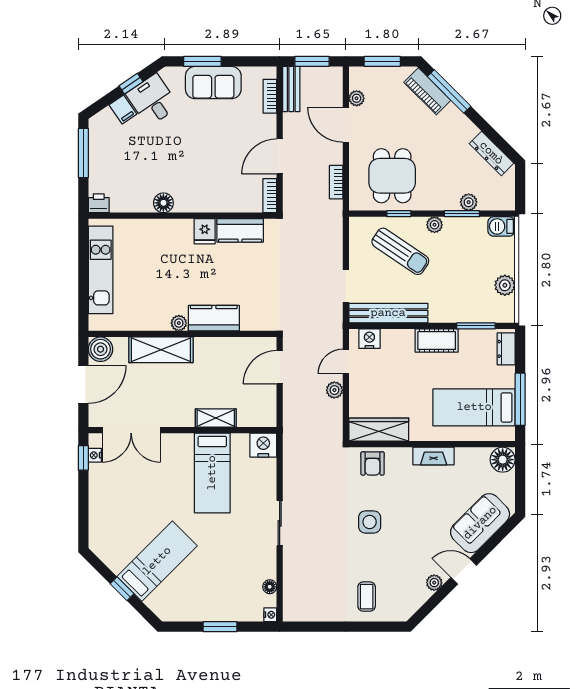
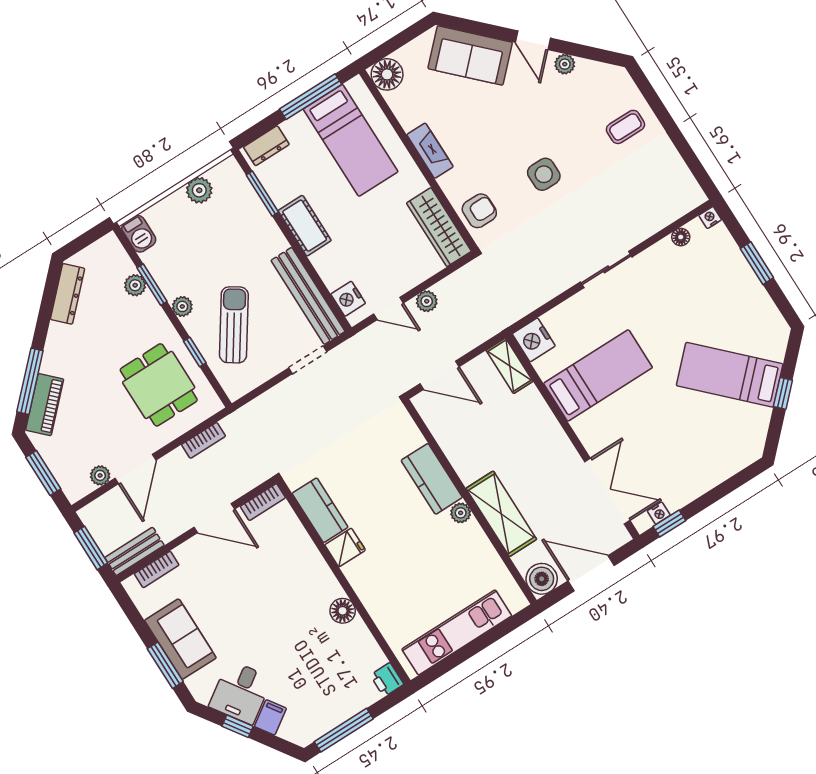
dining table: (392, 176) -> (159, 385), turned 90
shelving: (216, 418) -> (510, 366), moved

